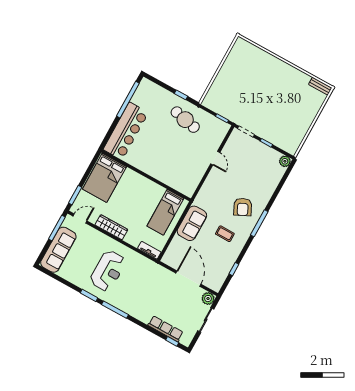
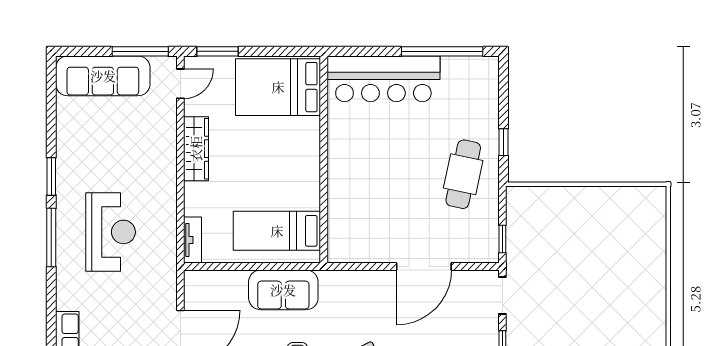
door: (215, 158) -> (424, 266), width x1.87
door: (80, 219) -> (180, 84), hinge flipped
reception desk: (108, 271) -> (111, 232), moved, turned -90

